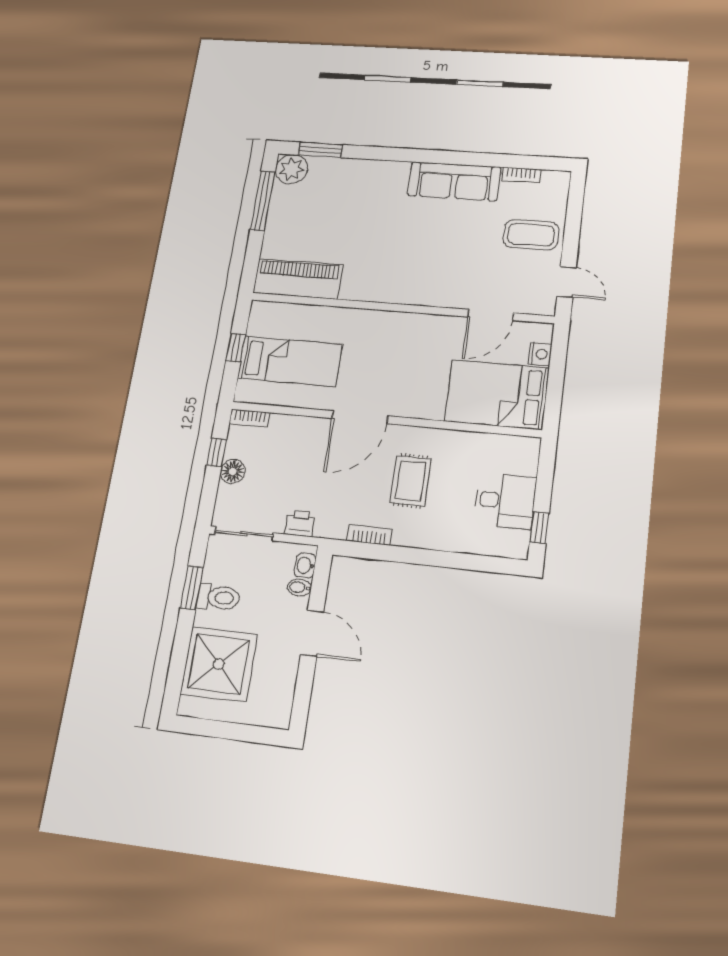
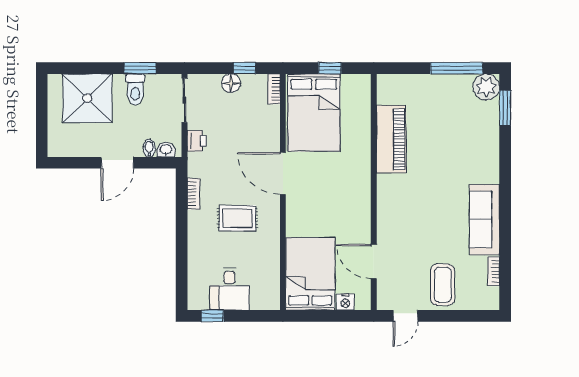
piano: (298, 279) -> (391, 139), moved
bed: (290, 361) -> (314, 113), width x1.50

